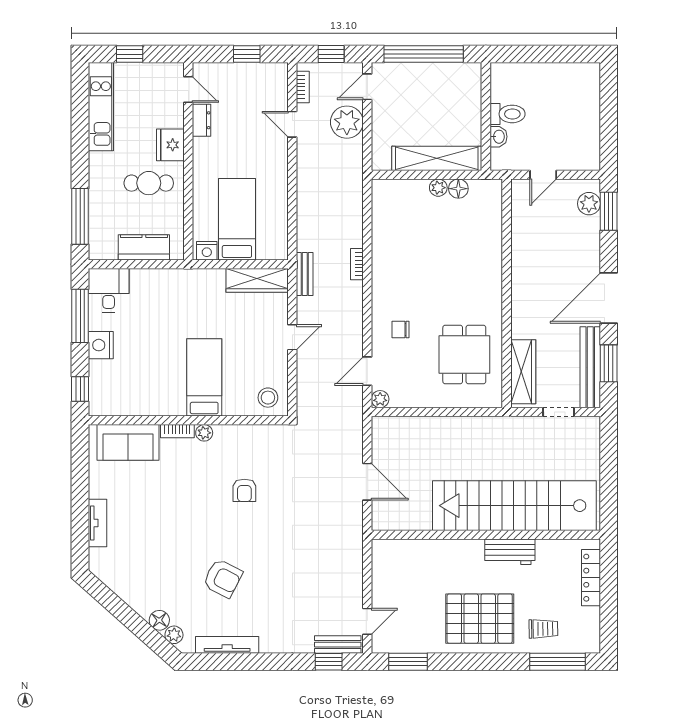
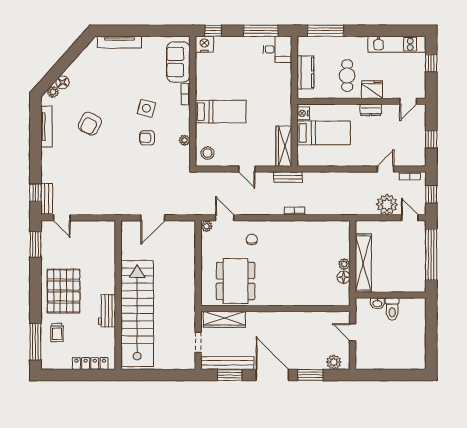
dresser: (202, 120) -> (371, 110), moved
window: (609, 211) -> (310, 375), moved
nightstand: (101, 345) -> (204, 44), moved
dining table: (464, 354) -> (236, 281), width x1.37
plant: (204, 433) -> (185, 140), moved
side table: (199, 491) -> (146, 108), added
tv unit: (97, 523) -> (119, 42), width x1.41

